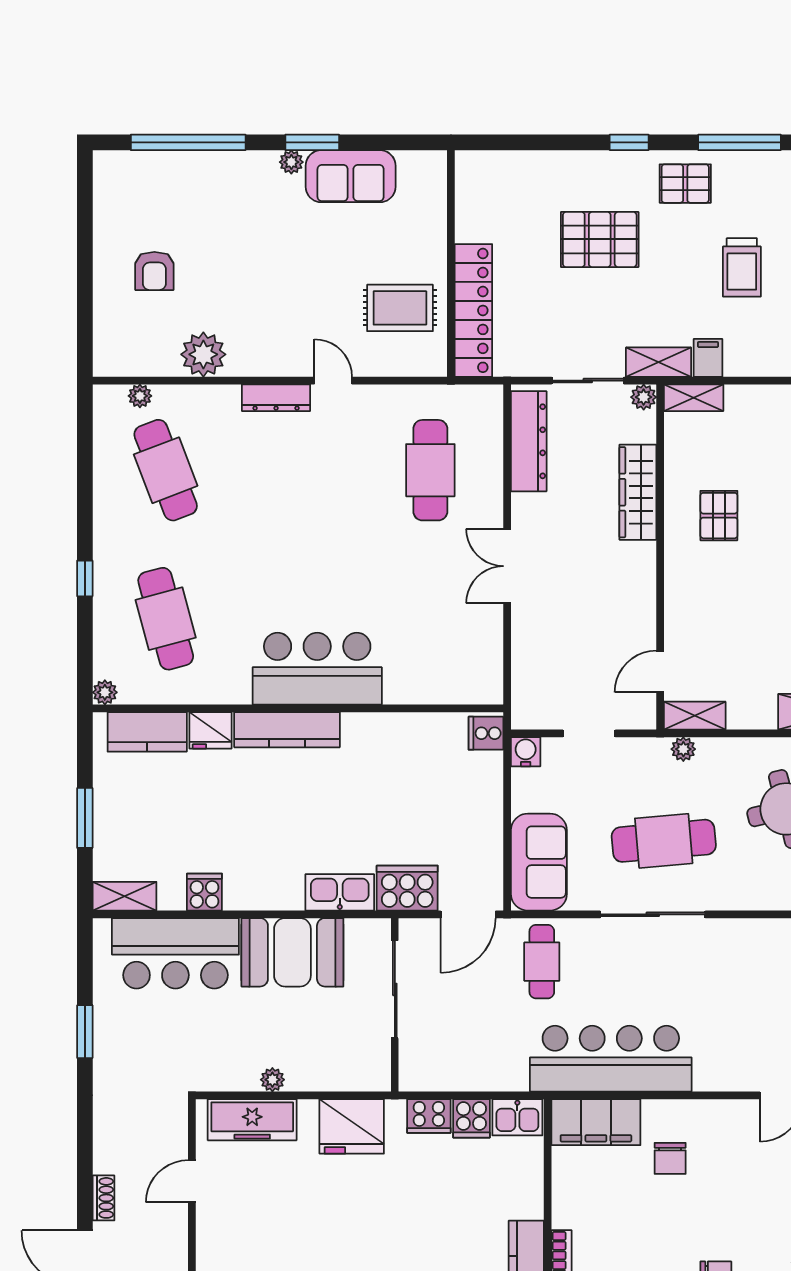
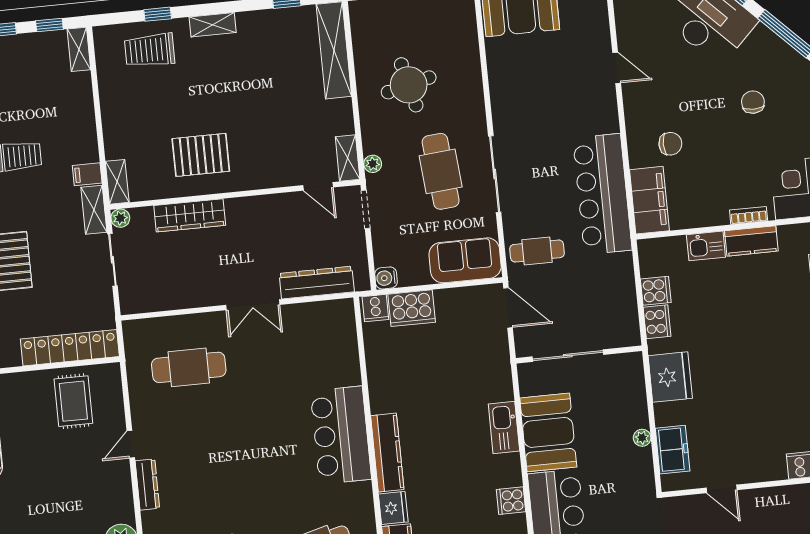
dresser: (529, 441) -> (317, 283), moved
pallet: (719, 516) -> (201, 155), width x1.50, depth x1.42
doorway: (589, 733) -> (366, 209), moved
cooker: (407, 888) -> (412, 308), moved, turned -90
kitchen sink: (340, 892) -> (504, 427), moved
kitchen sink: (517, 1117) -> (706, 246), moved, turned 90
freezer: (252, 1120) -> (673, 450), width x0.71

